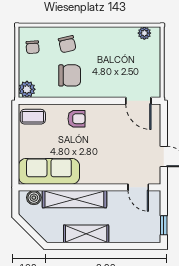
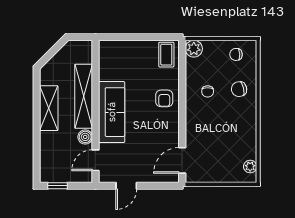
chair: (70, 75) -> (208, 91), width x0.54, depth x0.54
sofa: (49, 171) -> (112, 112), moved
boiler: (34, 198) -> (85, 137), moved

